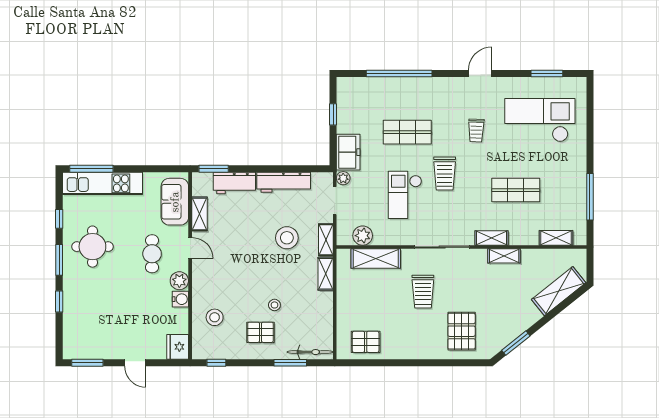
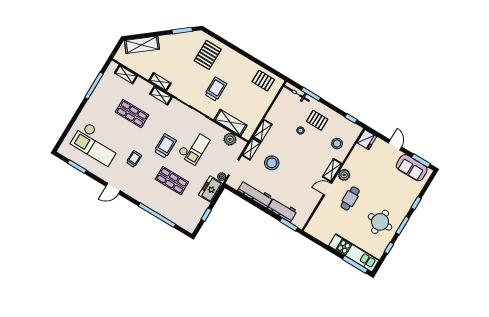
sofa: (175, 202) -> (412, 168), moved, turned 90
shelving: (199, 214) -> (332, 170), moved
door: (190, 248) -> (328, 189), hinge flipped
water cooler: (180, 299) -> (350, 165), removed

